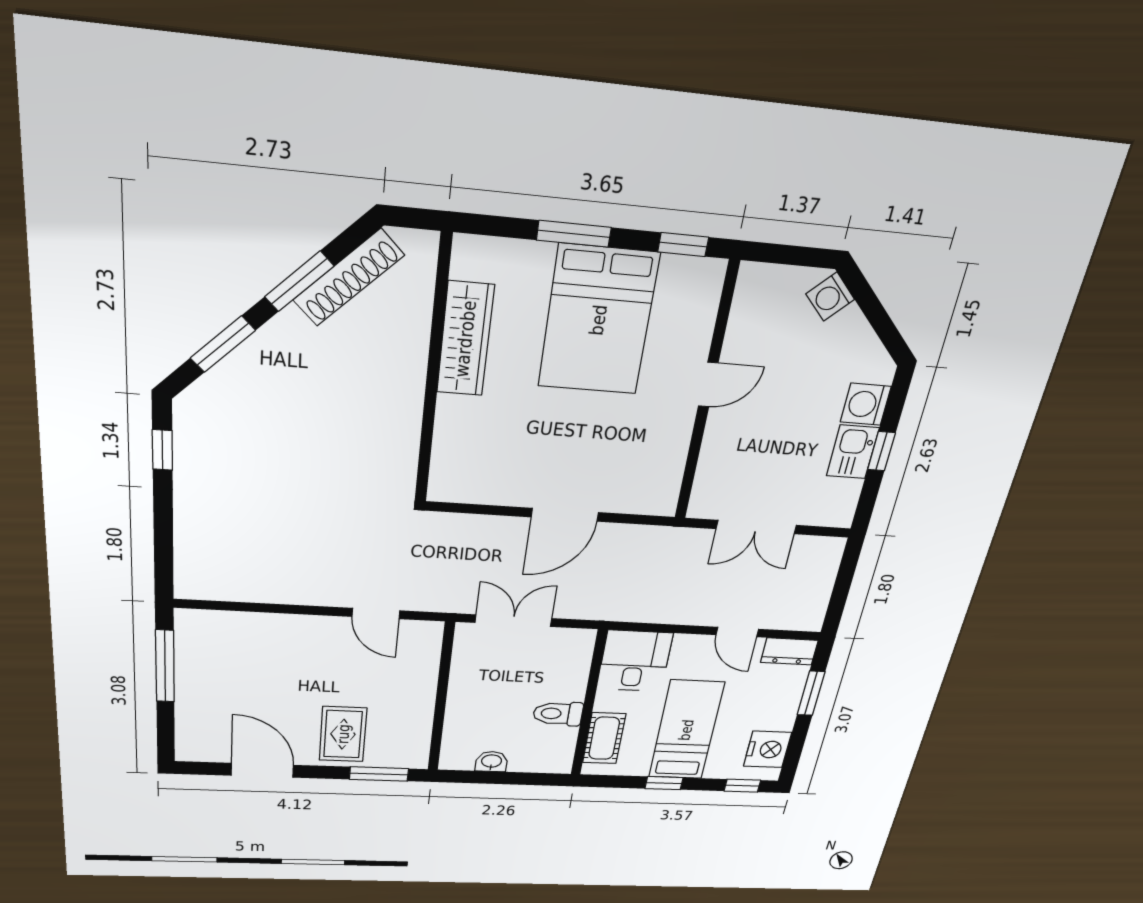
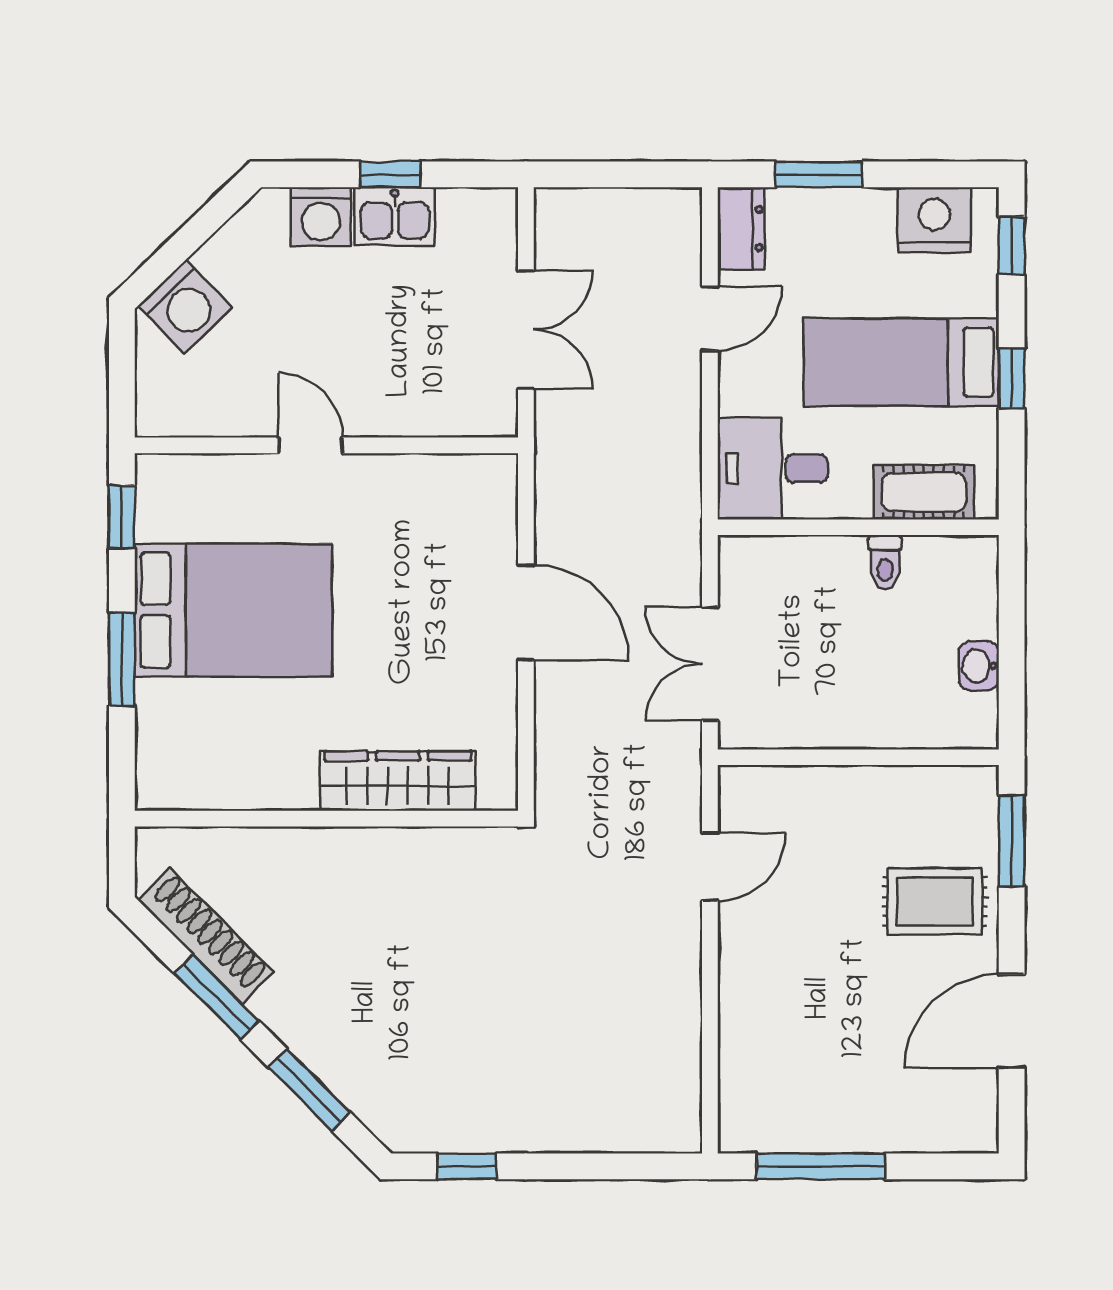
washing machine: (830, 297) -> (185, 306), width x1.38, depth x1.38
wardrobe: (465, 339) -> (398, 781), moved
toilet: (558, 714) -> (885, 562), width x0.73, depth x0.72

